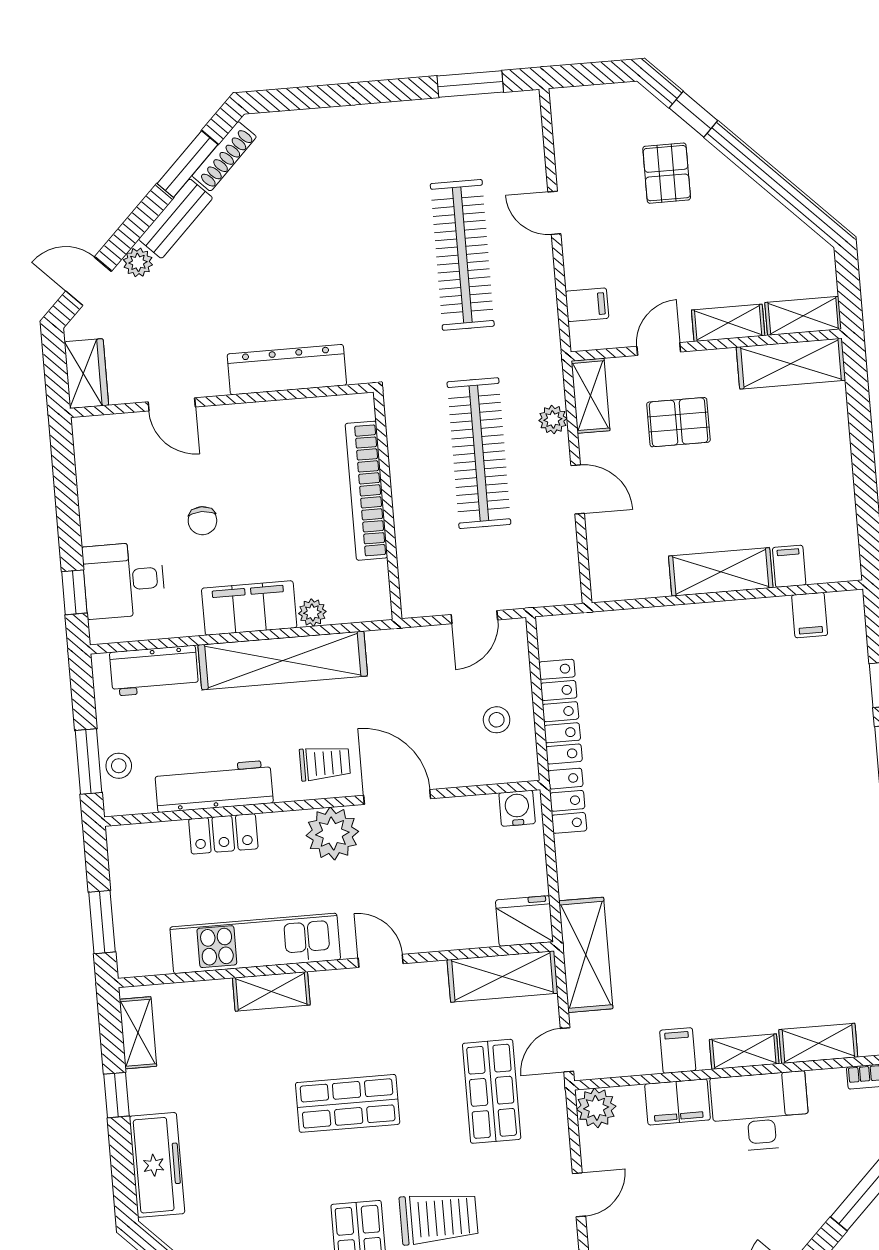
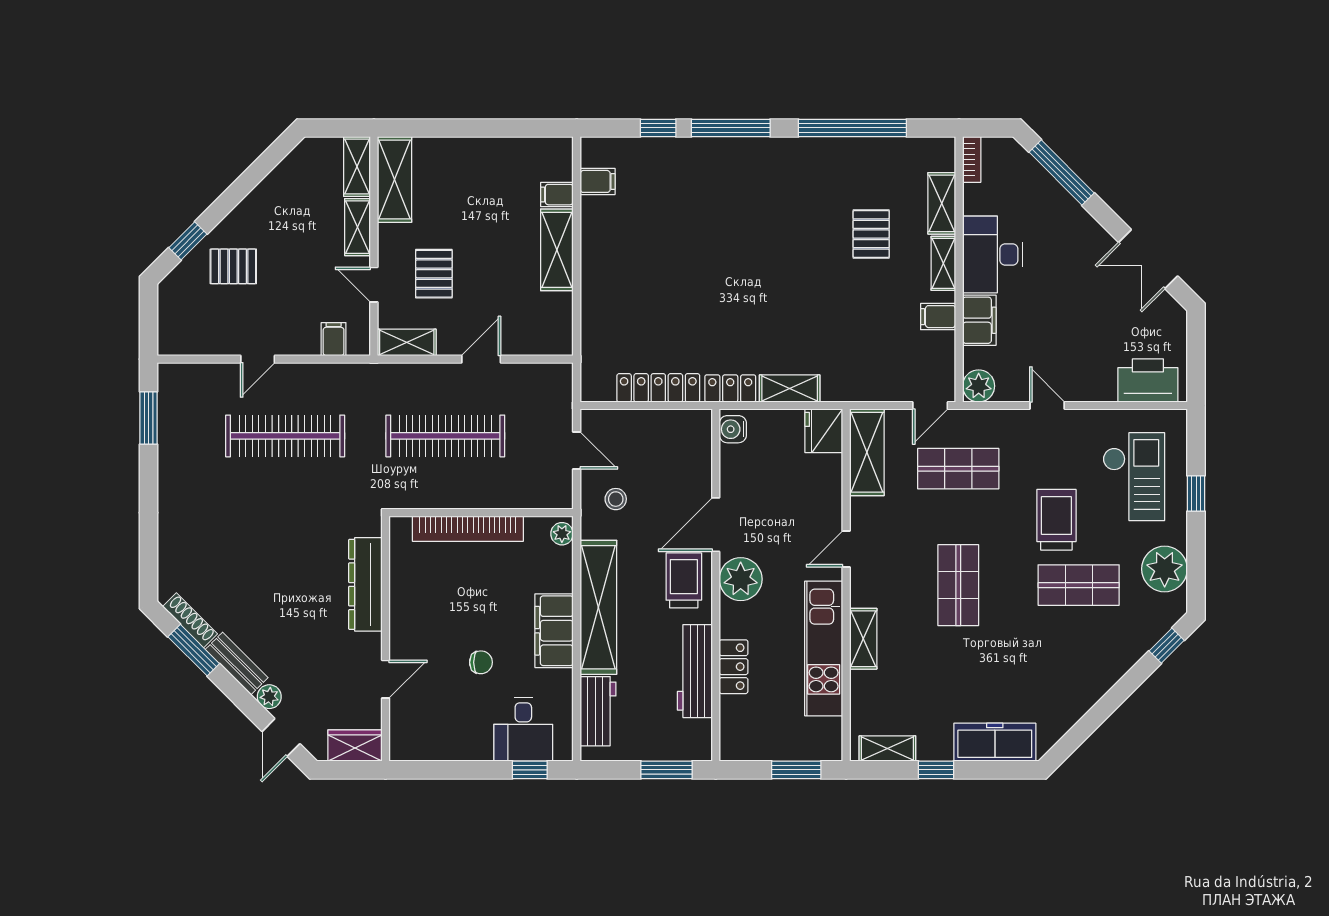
plant: (553, 420) -> (423, 374), removed
plant: (312, 613) -> (562, 534), moved
stool: (497, 720) -> (616, 499), moved
trolley: (325, 763) -> (684, 580), width x1.36, depth x1.39
stool: (119, 766) -> (672, 746), removed
shelving: (586, 955) -> (790, 388), moved, width x0.67, depth x0.75
pallet: (773, 959) -> (871, 234), added
door: (567, 1050) -> (930, 405), hinge flipped

